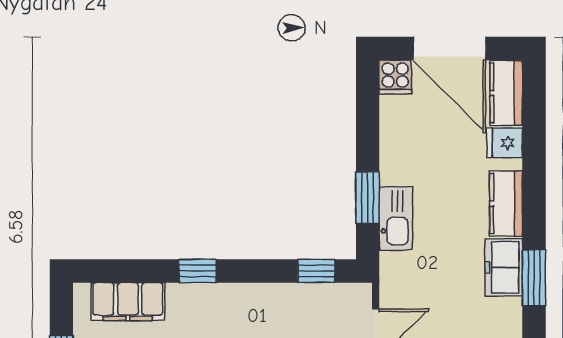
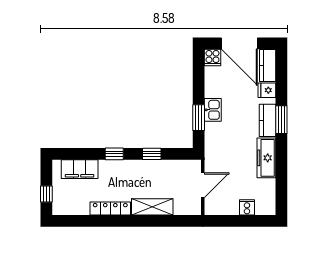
kitchen sink: (396, 218) -> (213, 110), moved, width x0.73
freezer: (504, 267) -> (266, 158), width x1.40
window: (316, 271) -> (152, 154), moved
window: (534, 278) -> (281, 120), moved

